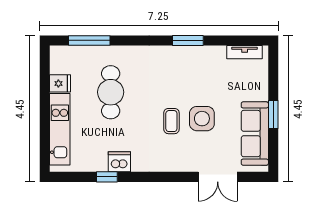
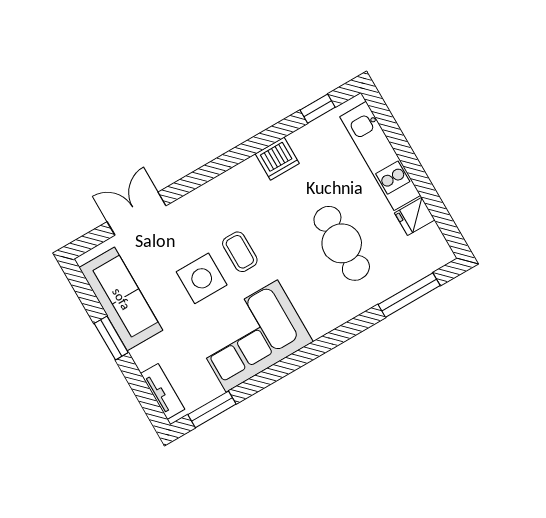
window: (188, 40) -> (212, 409), moved
tv unit: (245, 52) -> (163, 391), moved, turned 90
corner sofa: (193, 69) -> (252, 336), added
window: (107, 177) -> (318, 109), moved

